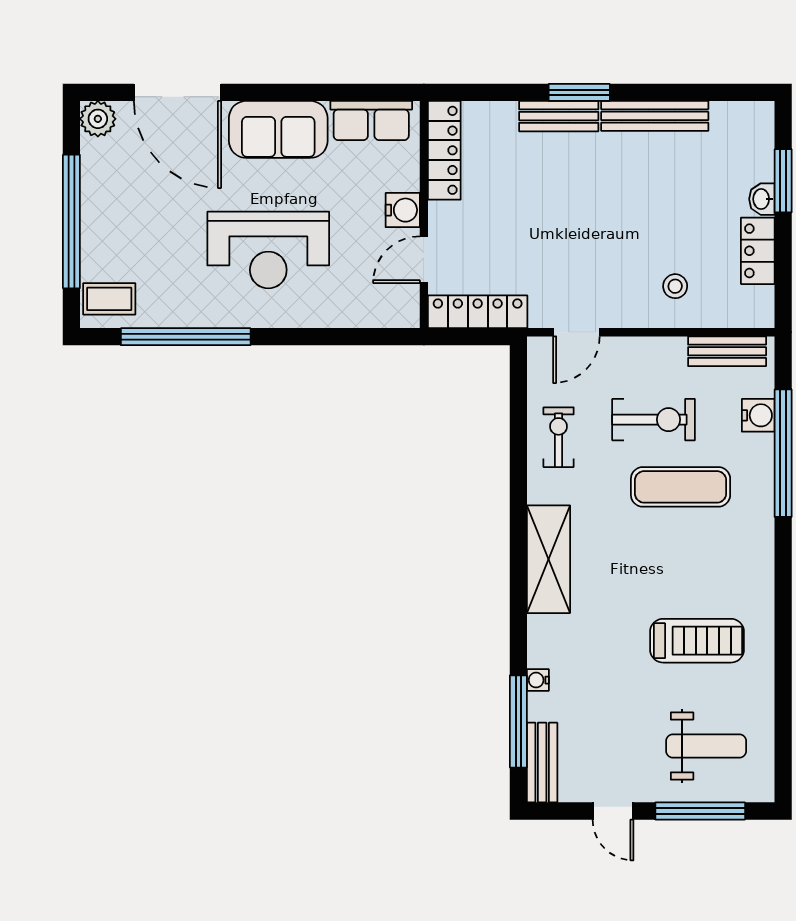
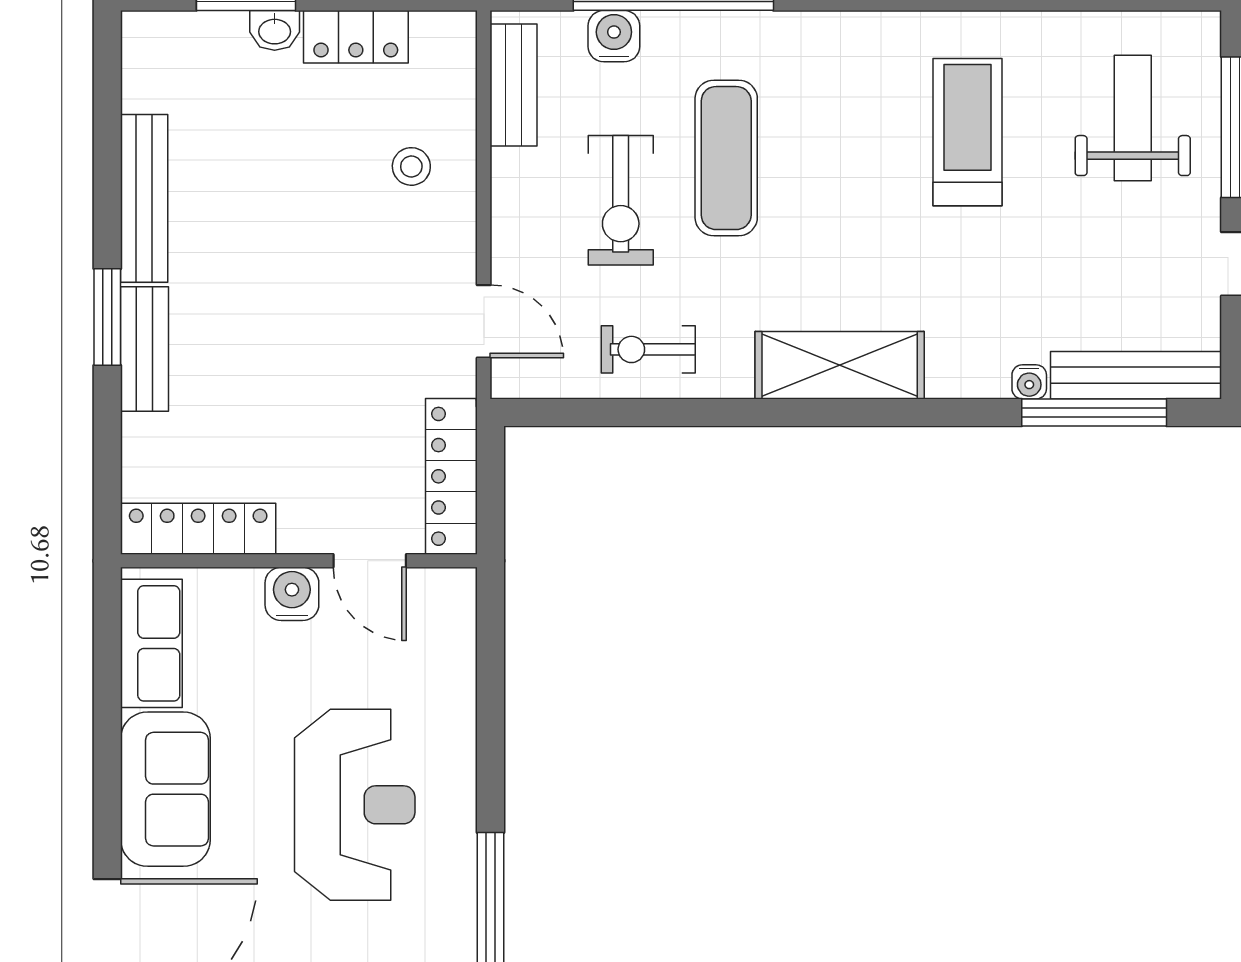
exercise bike: (654, 420) -> (621, 200), turned 180
bench: (542, 763) -> (1136, 375), width x1.36

